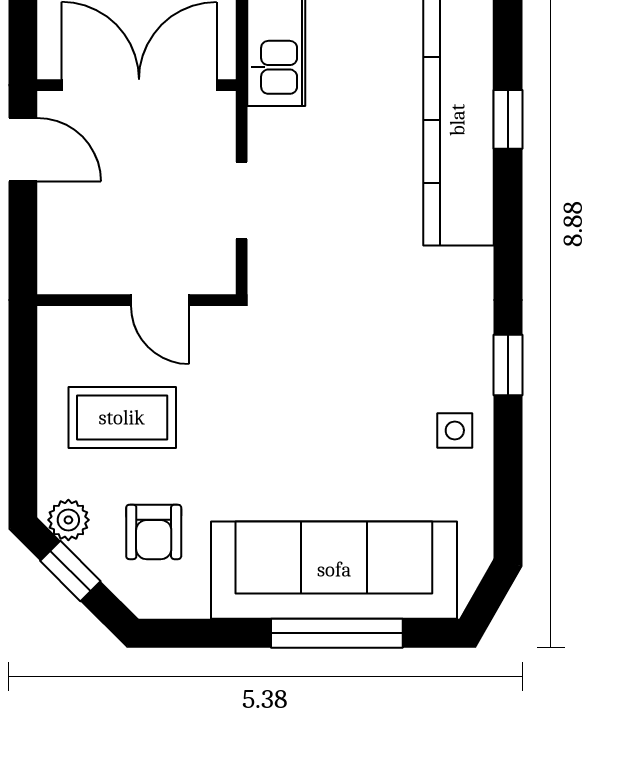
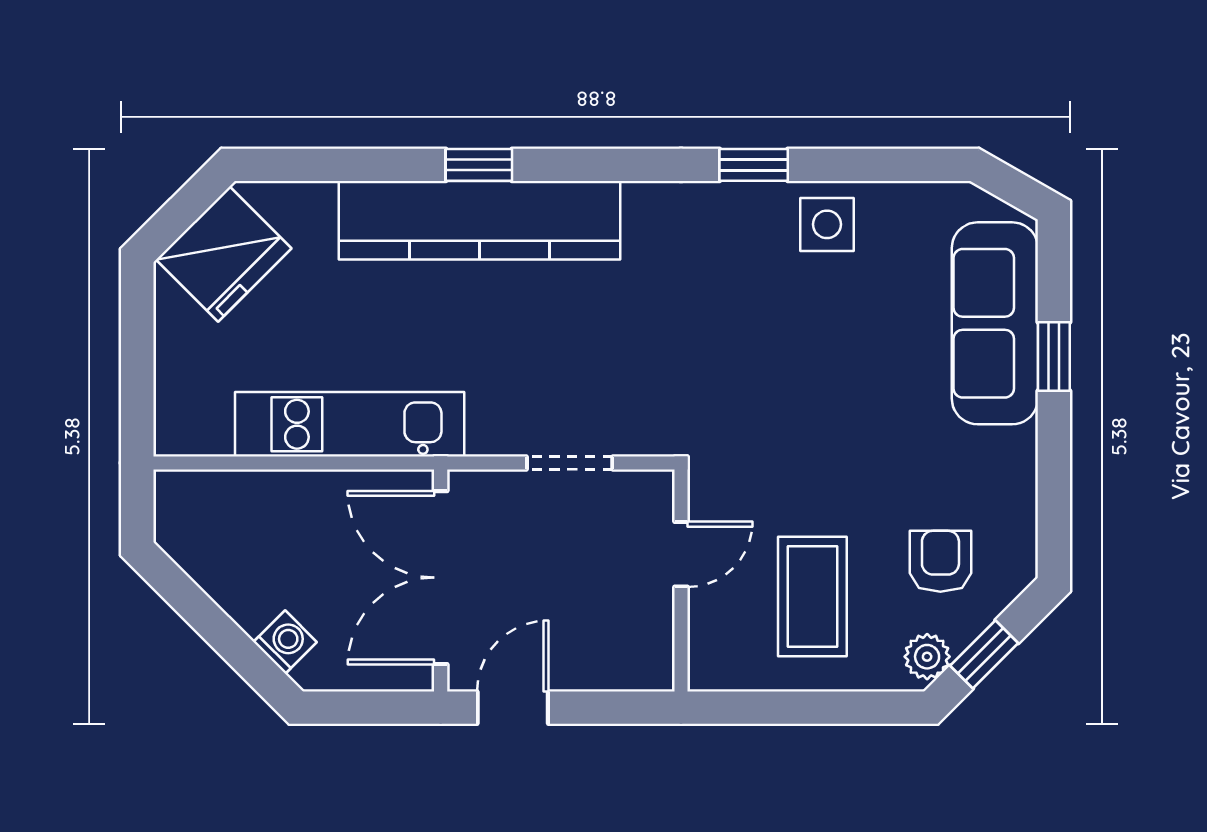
side table: (455, 430) -> (827, 224), width x1.37, depth x1.37
armchair: (154, 532) -> (940, 561), turned -90
sofa: (334, 570) -> (995, 323), width x0.74, depth x0.79
window: (337, 633) -> (1054, 356), width x0.46

